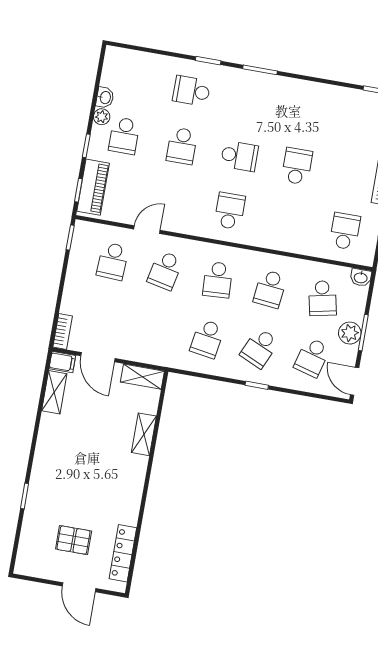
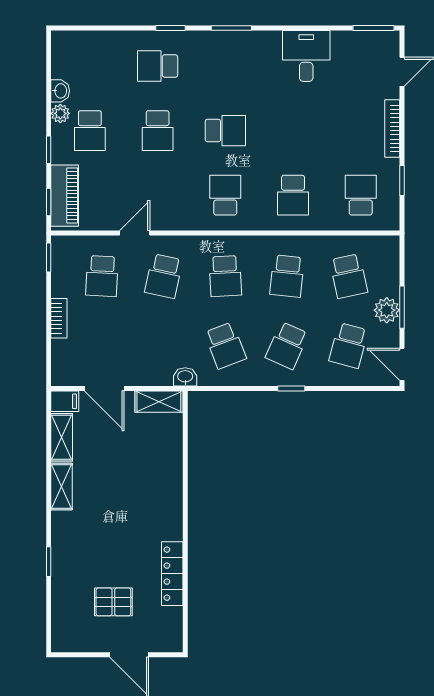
desk: (319, 105) -> (306, 56), added
school desk: (297, 166) -> (293, 195), moved, turned 180
washbasin: (361, 277) -> (185, 377), moved, turned 180
bookcase: (63, 332) -> (59, 318), moved
school desk: (207, 339) -> (225, 345), turned -30
shelving: (144, 434) -> (62, 486), moved
locker: (123, 553) -> (172, 574), moved

